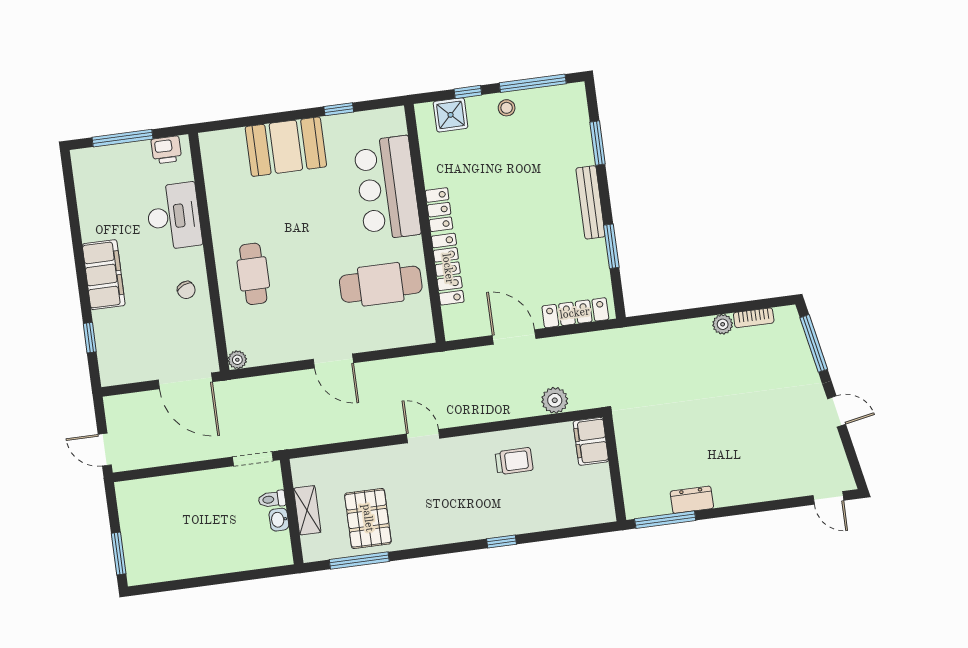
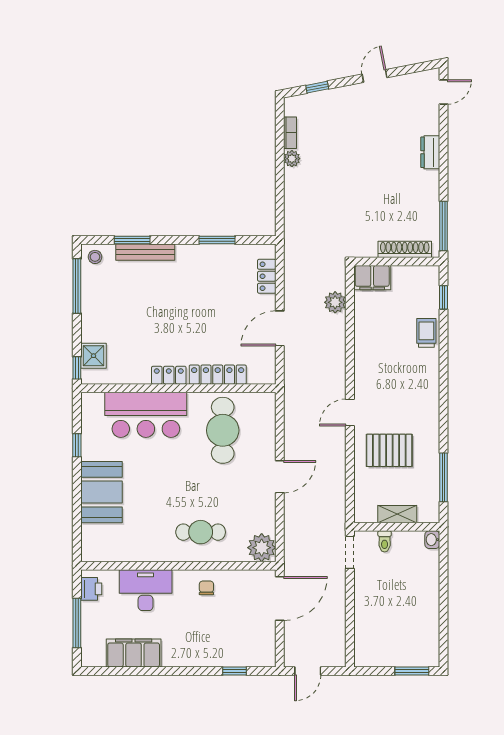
window: (468, 92) -> (77, 368), moved
stool: (507, 108) -> (95, 257), moved
bench: (590, 202) -> (145, 252), moved
filing cabinet: (104, 275) -> (134, 653), moved
chair: (186, 290) -> (206, 588), turned -67
locker: (575, 313) -> (267, 276), width x0.66
window: (814, 343) -> (317, 87), width x0.46
plant: (237, 360) -> (262, 548), width x1.88, depth x1.88
door: (105, 450) -> (308, 671), moved
trolley: (514, 461) -> (426, 333), moved
shoe rack: (631, 476) -> (405, 249), added
dresser: (692, 500) -> (430, 152), moved
pallet: (368, 518) -> (389, 450), moved
washbasin: (279, 520) -> (432, 540), moved, turned 90
window: (502, 542) -> (443, 297), moved

